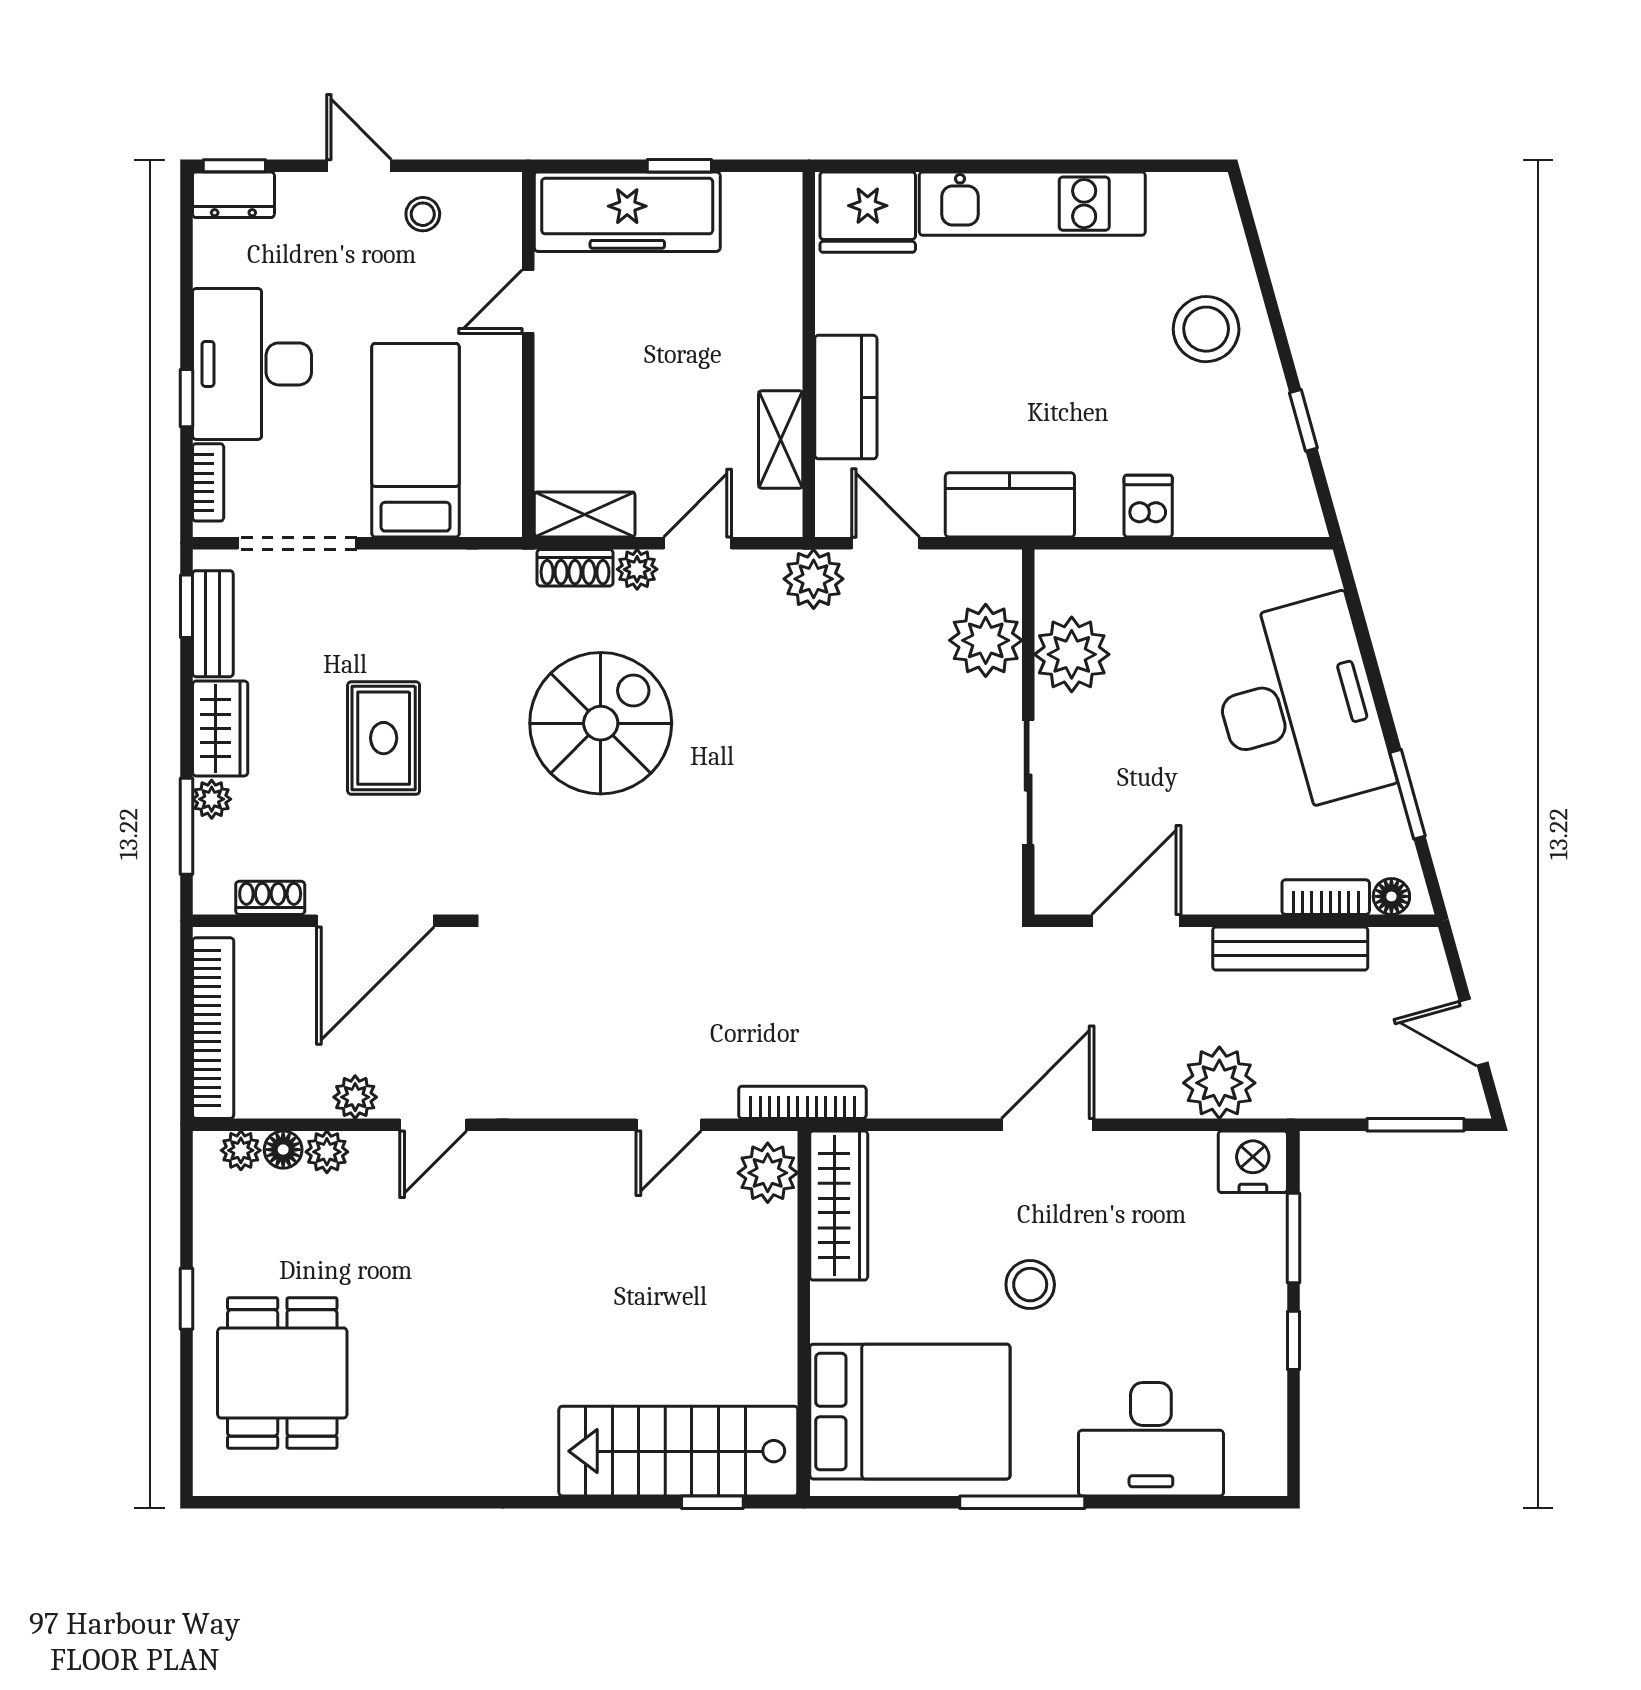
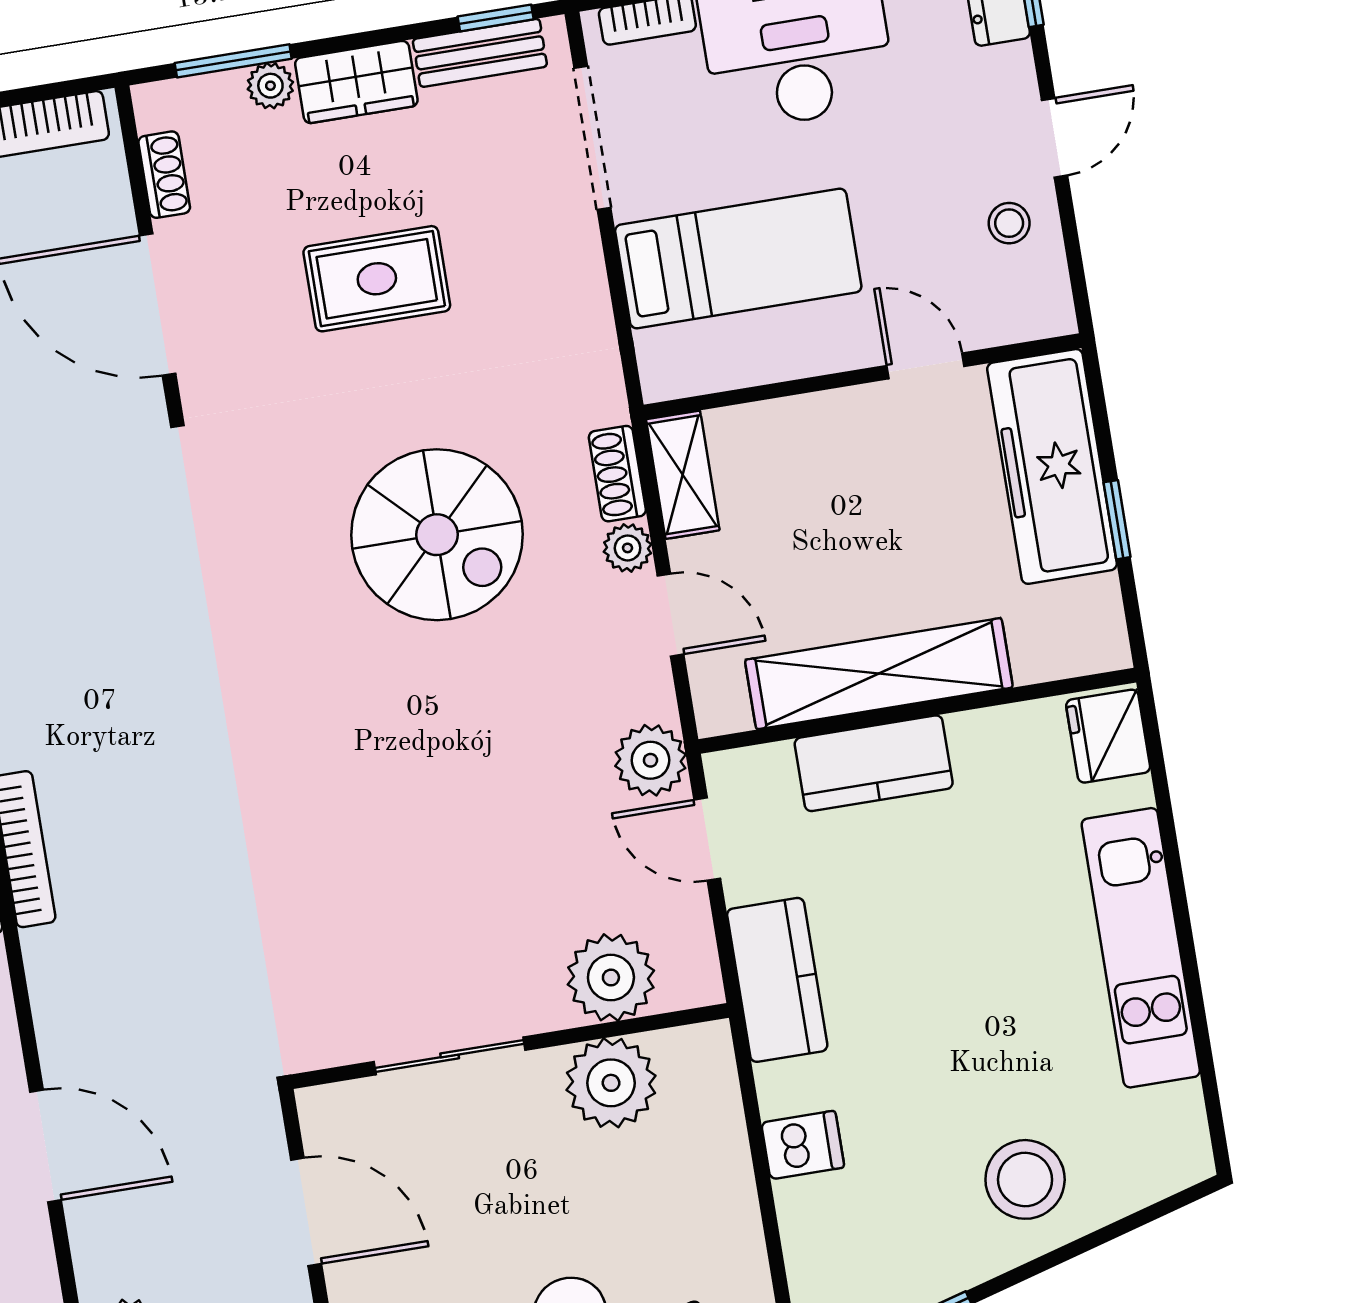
fridge: (868, 212) -> (1108, 736), width x0.73, depth x0.75
shelving: (781, 440) -> (879, 674), width x2.20, depth x1.33
door: (886, 543) -> (707, 839), swing flipped

